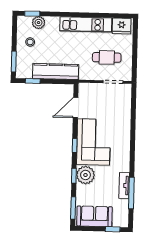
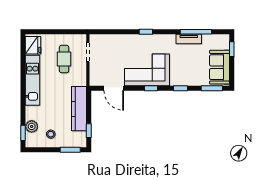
window: (133, 142) -> (146, 32), added
plant: (85, 175) -> (179, 77), removed

